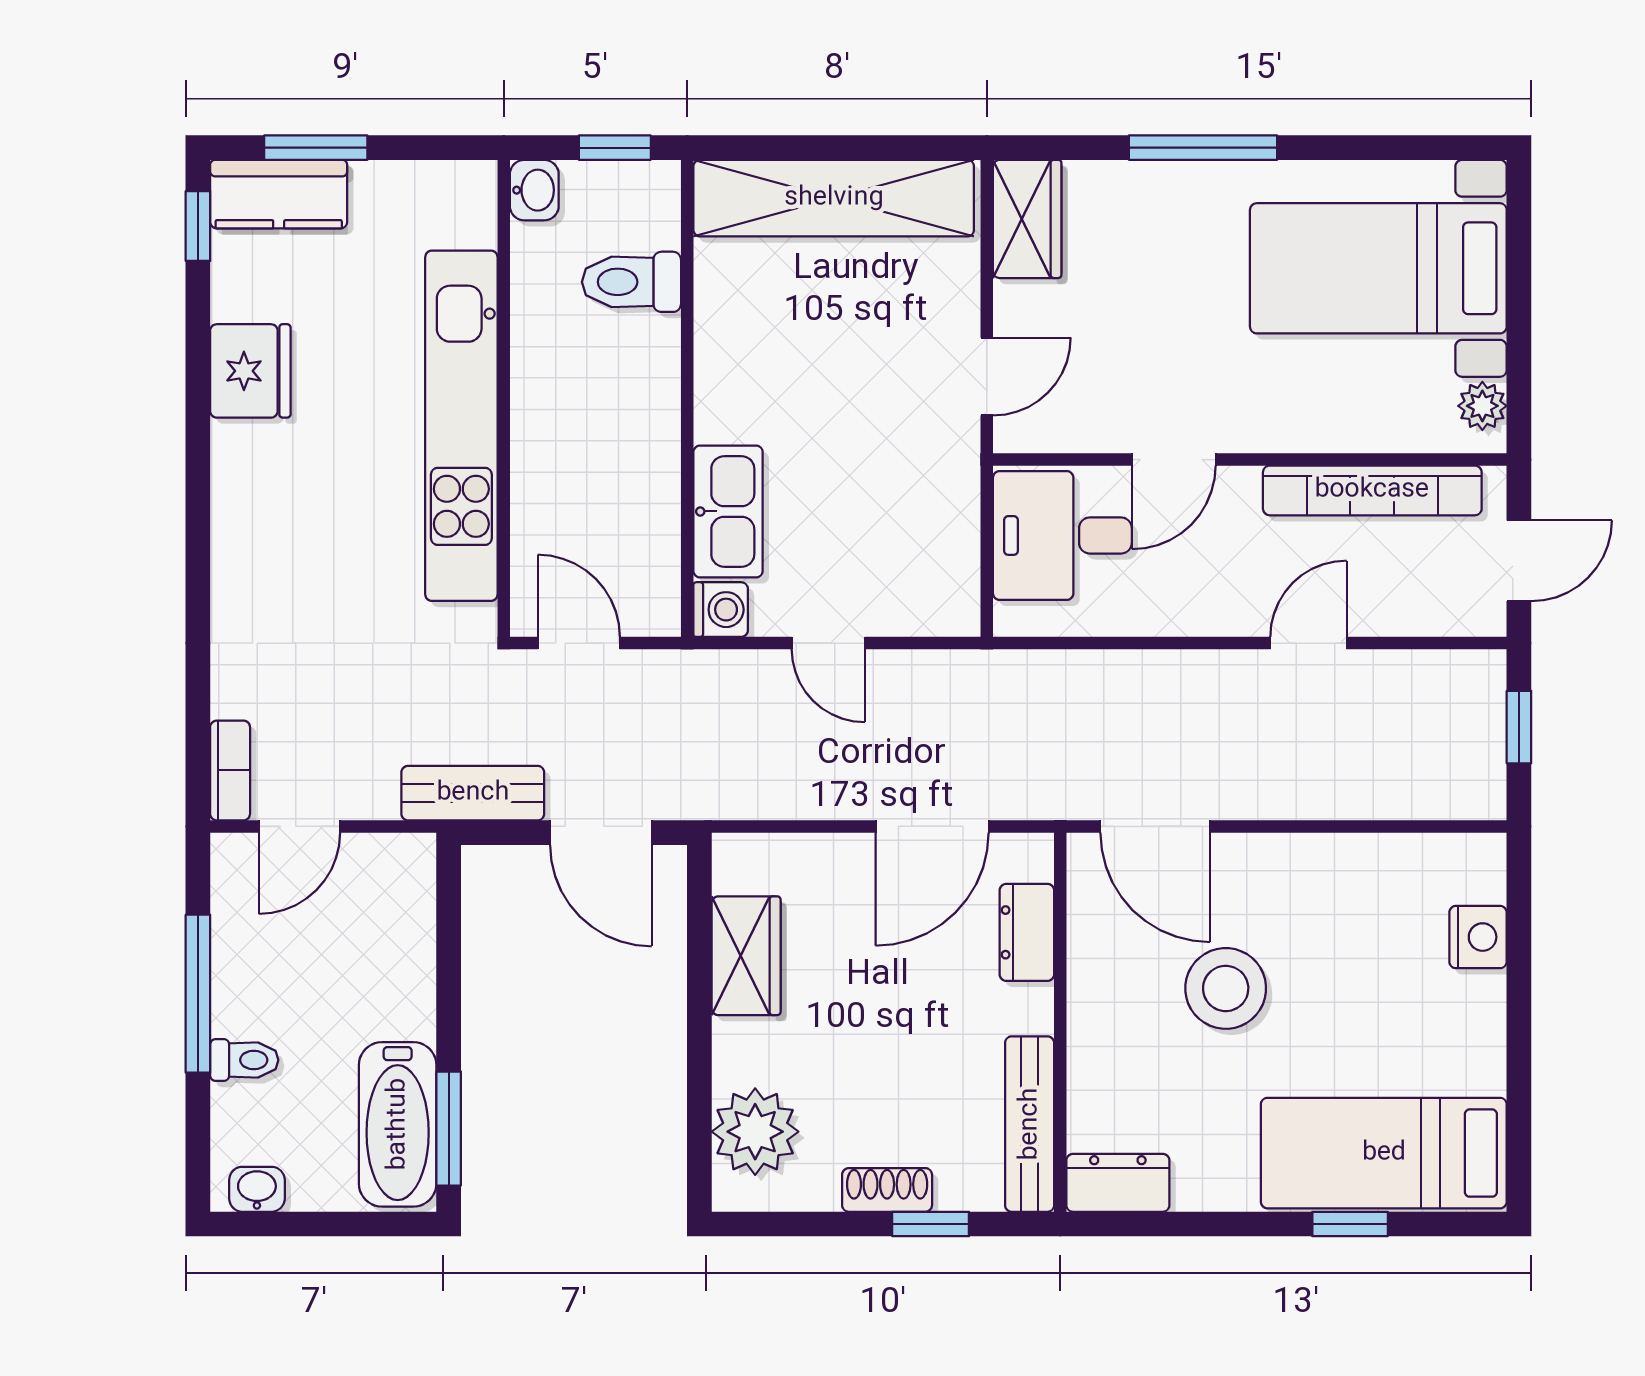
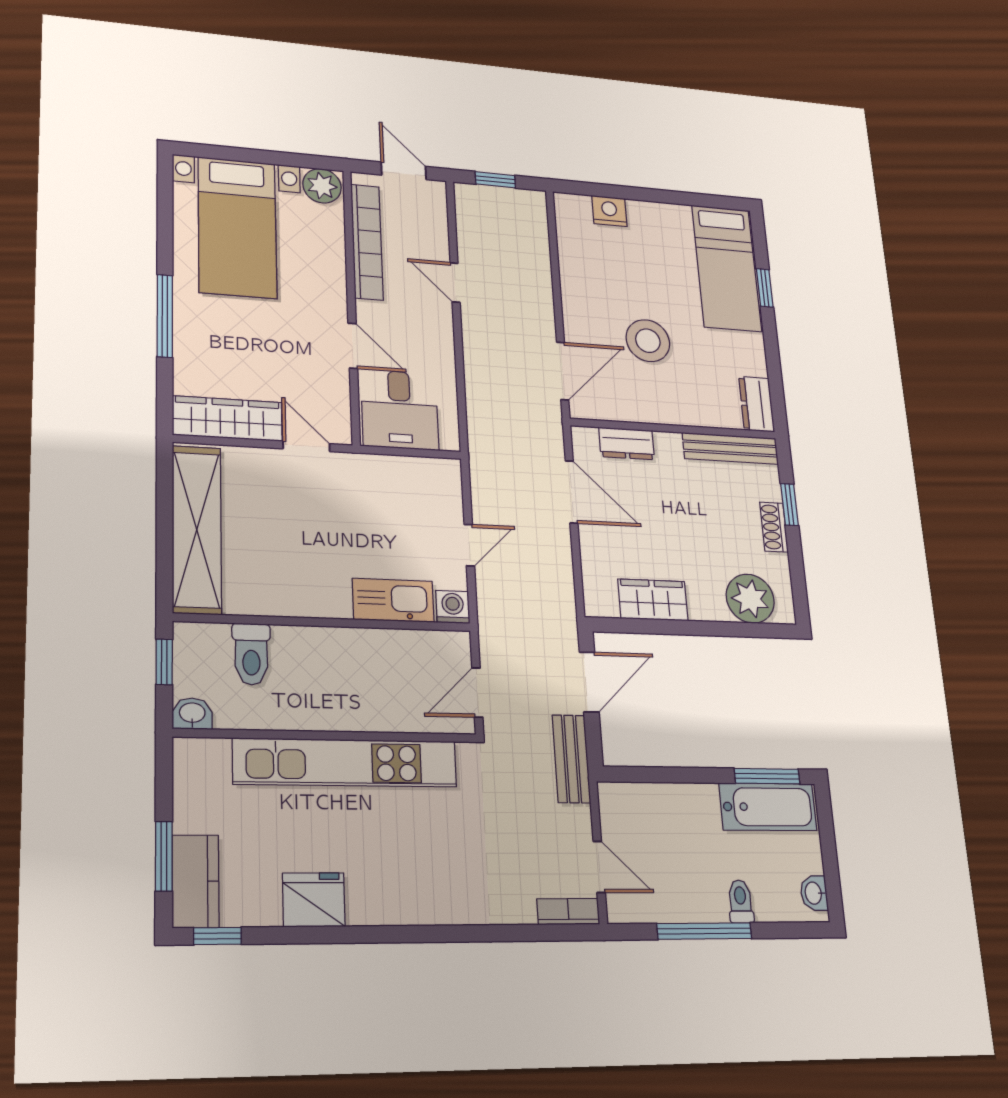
wardrobe: (1027, 219) -> (227, 419), width x1.50
plant: (1482, 406) -> (322, 186), width x1.38, depth x1.38

